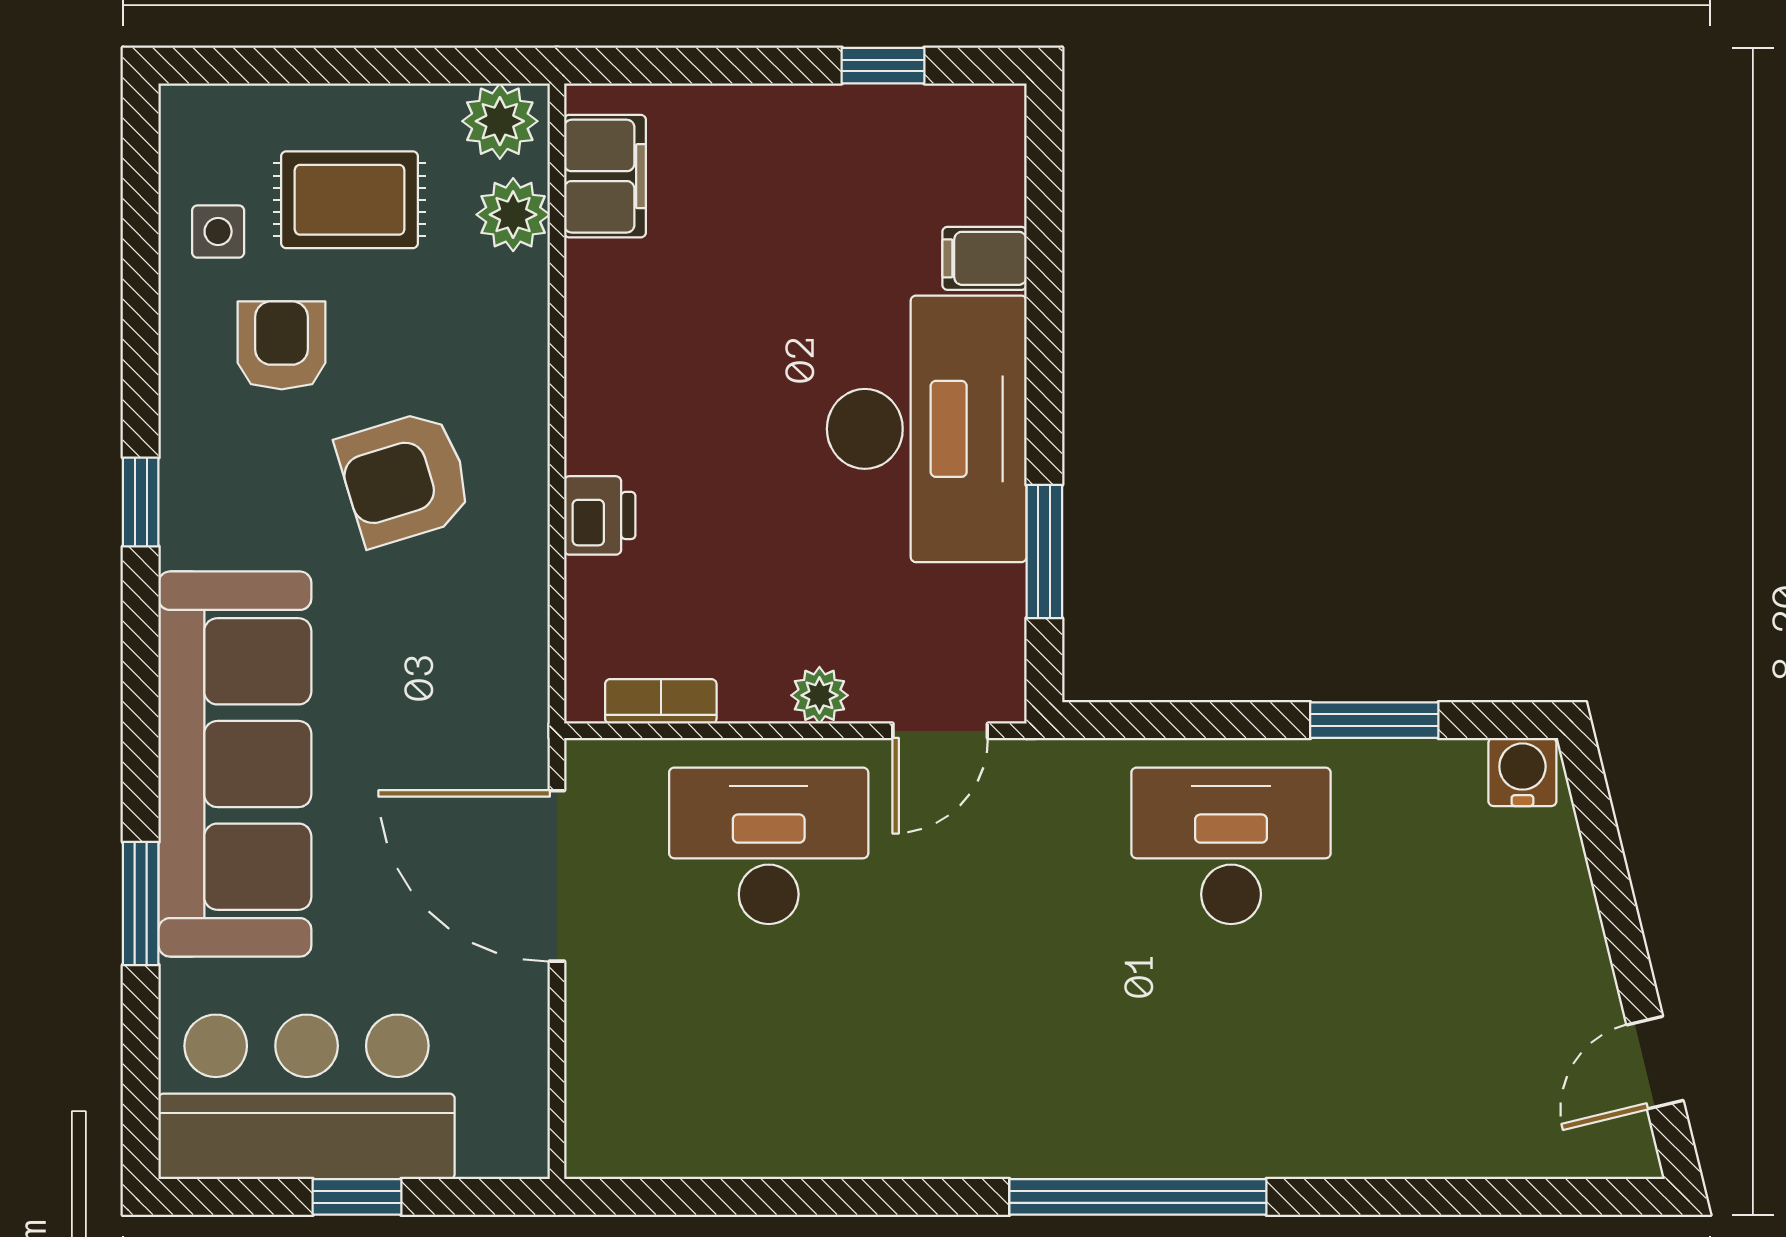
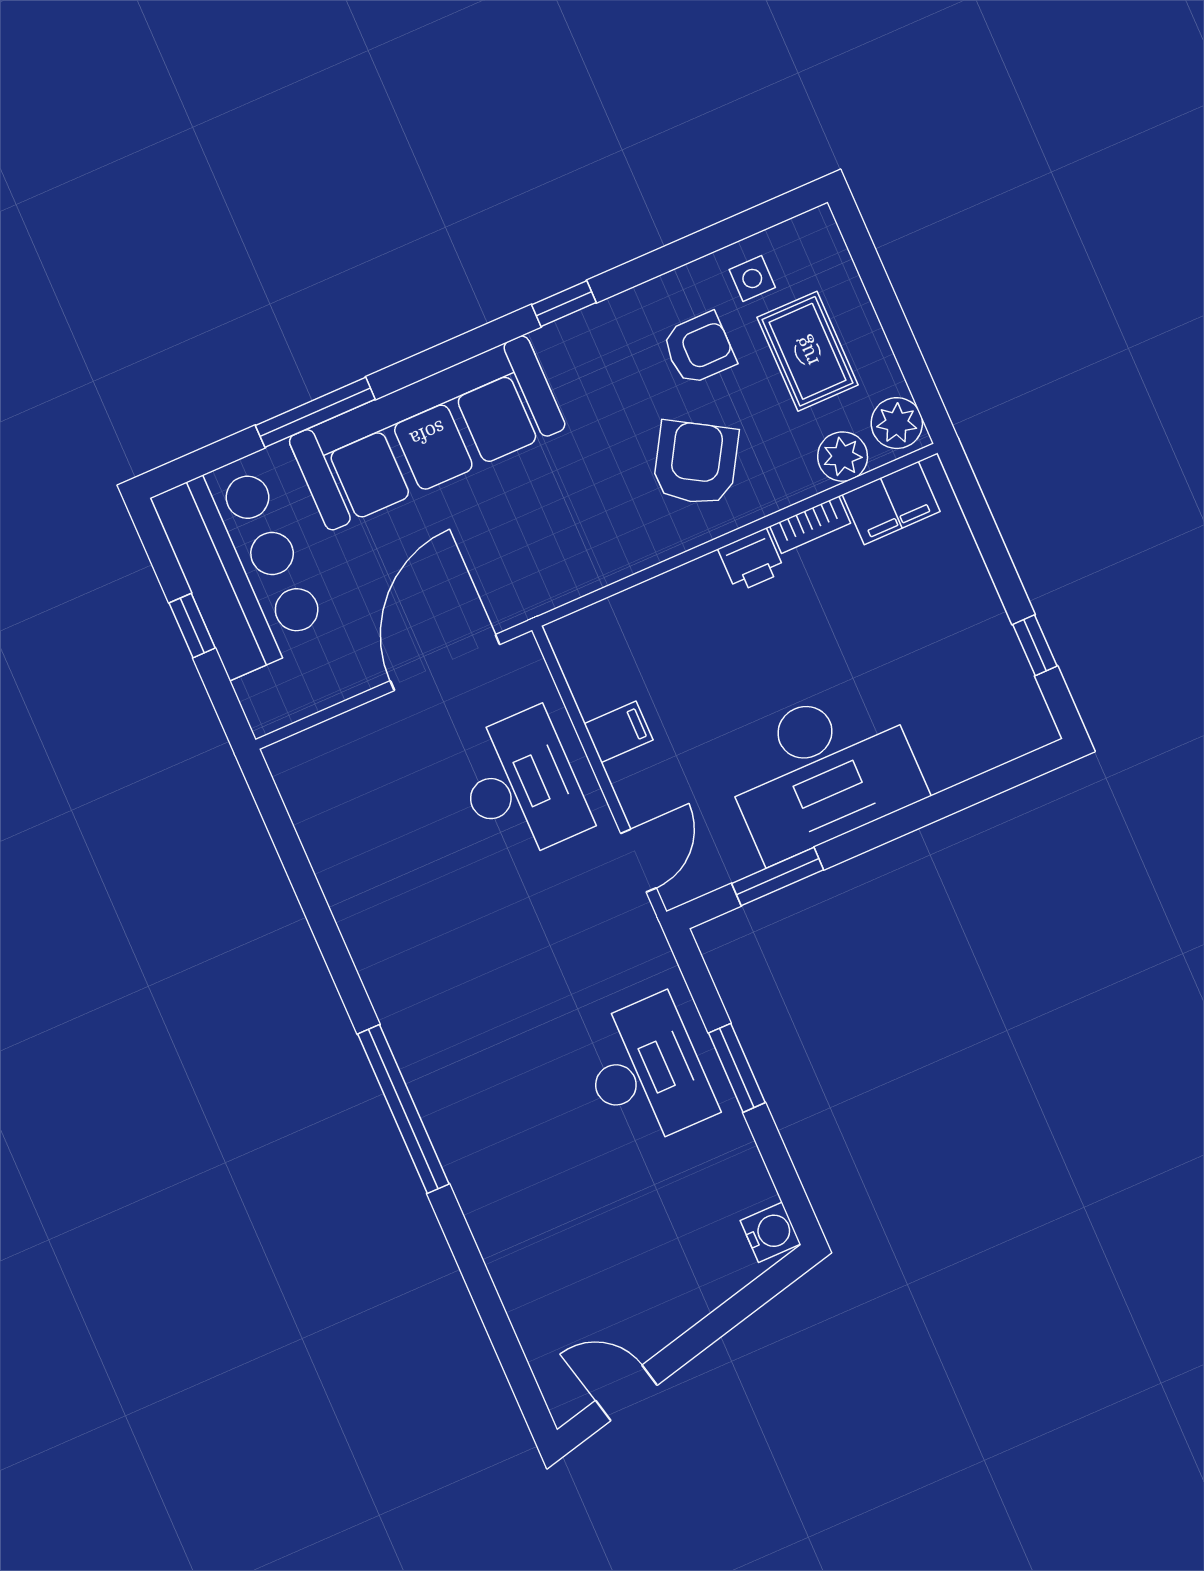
filing cabinet: (984, 258) -> (618, 732), moved, turned 90
armchair: (405, 478) -> (696, 463), moved, turned 48
printer: (600, 515) -> (751, 560), moved
plant: (819, 695) -> (628, 776), removed
bookcase: (661, 701) -> (810, 525), moved, turned 90
window: (1374, 720) -> (737, 1068), moved
door: (940, 731) -> (638, 861), swing flipped
window: (141, 903) -> (315, 412), width x1.44

